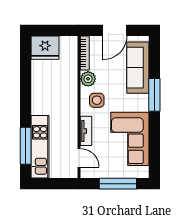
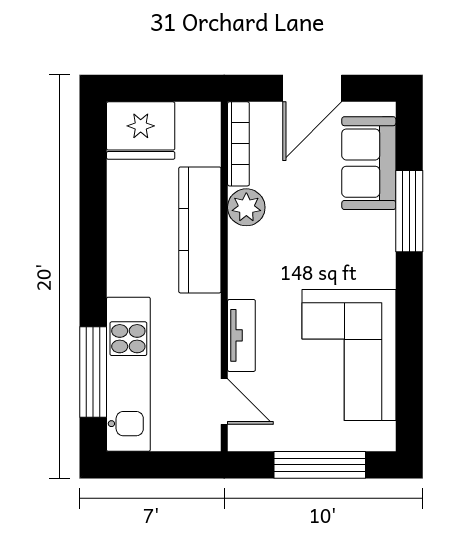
sofa: (138, 68) -> (369, 163), width x0.73
kitchen counter: (69, 88) -> (200, 230), added
window: (154, 95) -> (409, 211), moved
side table: (97, 100) -> (268, 260), removed

